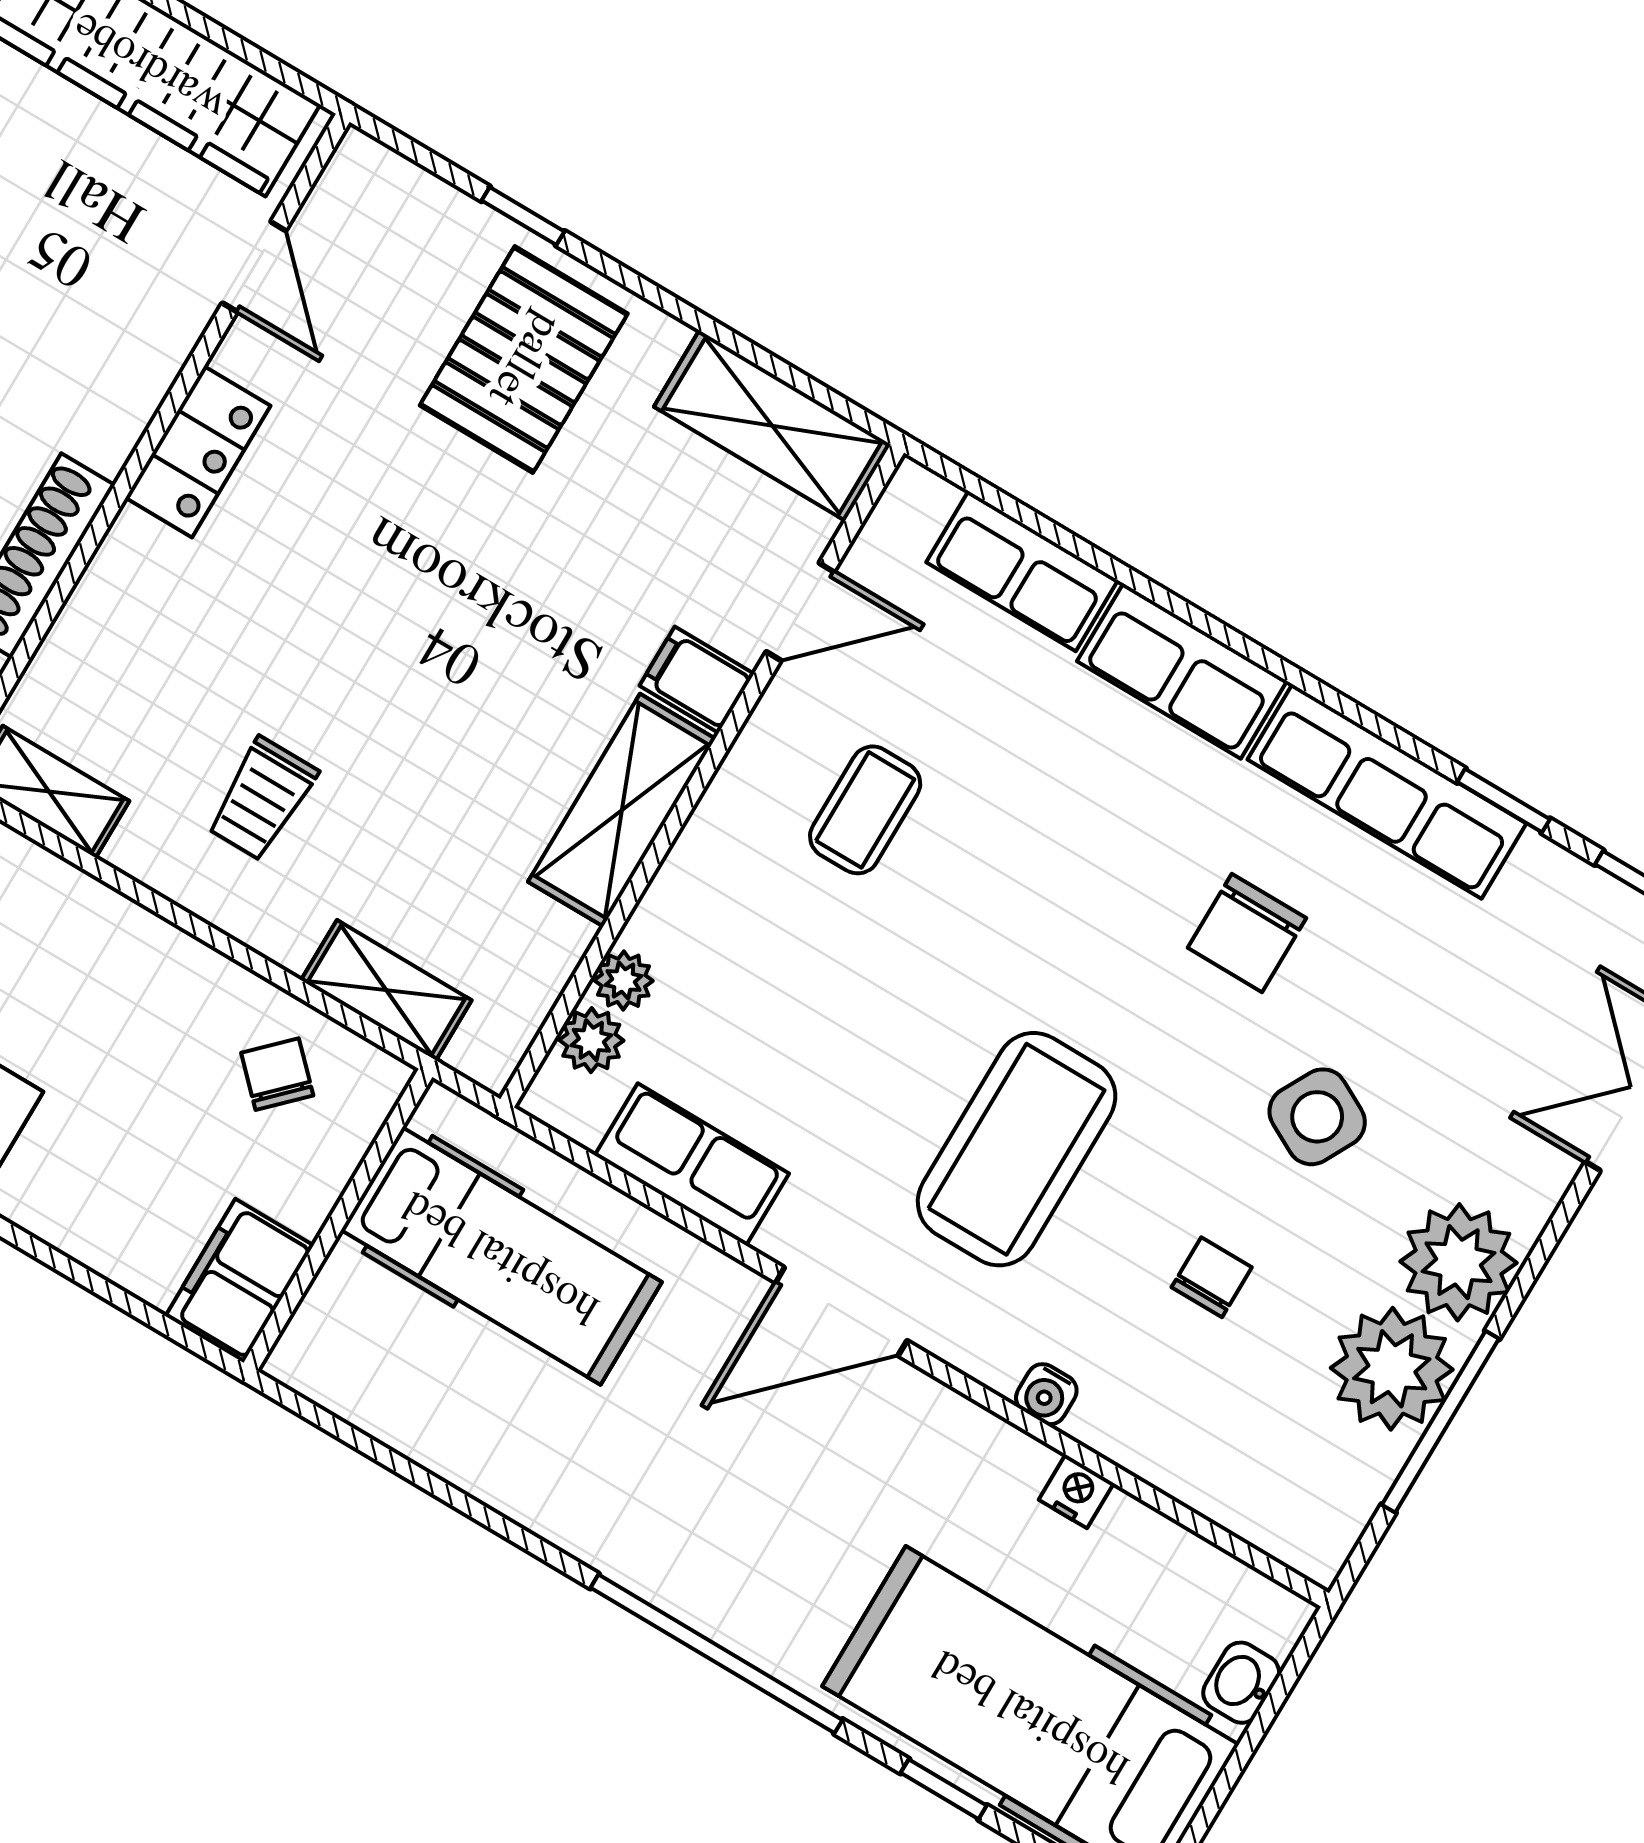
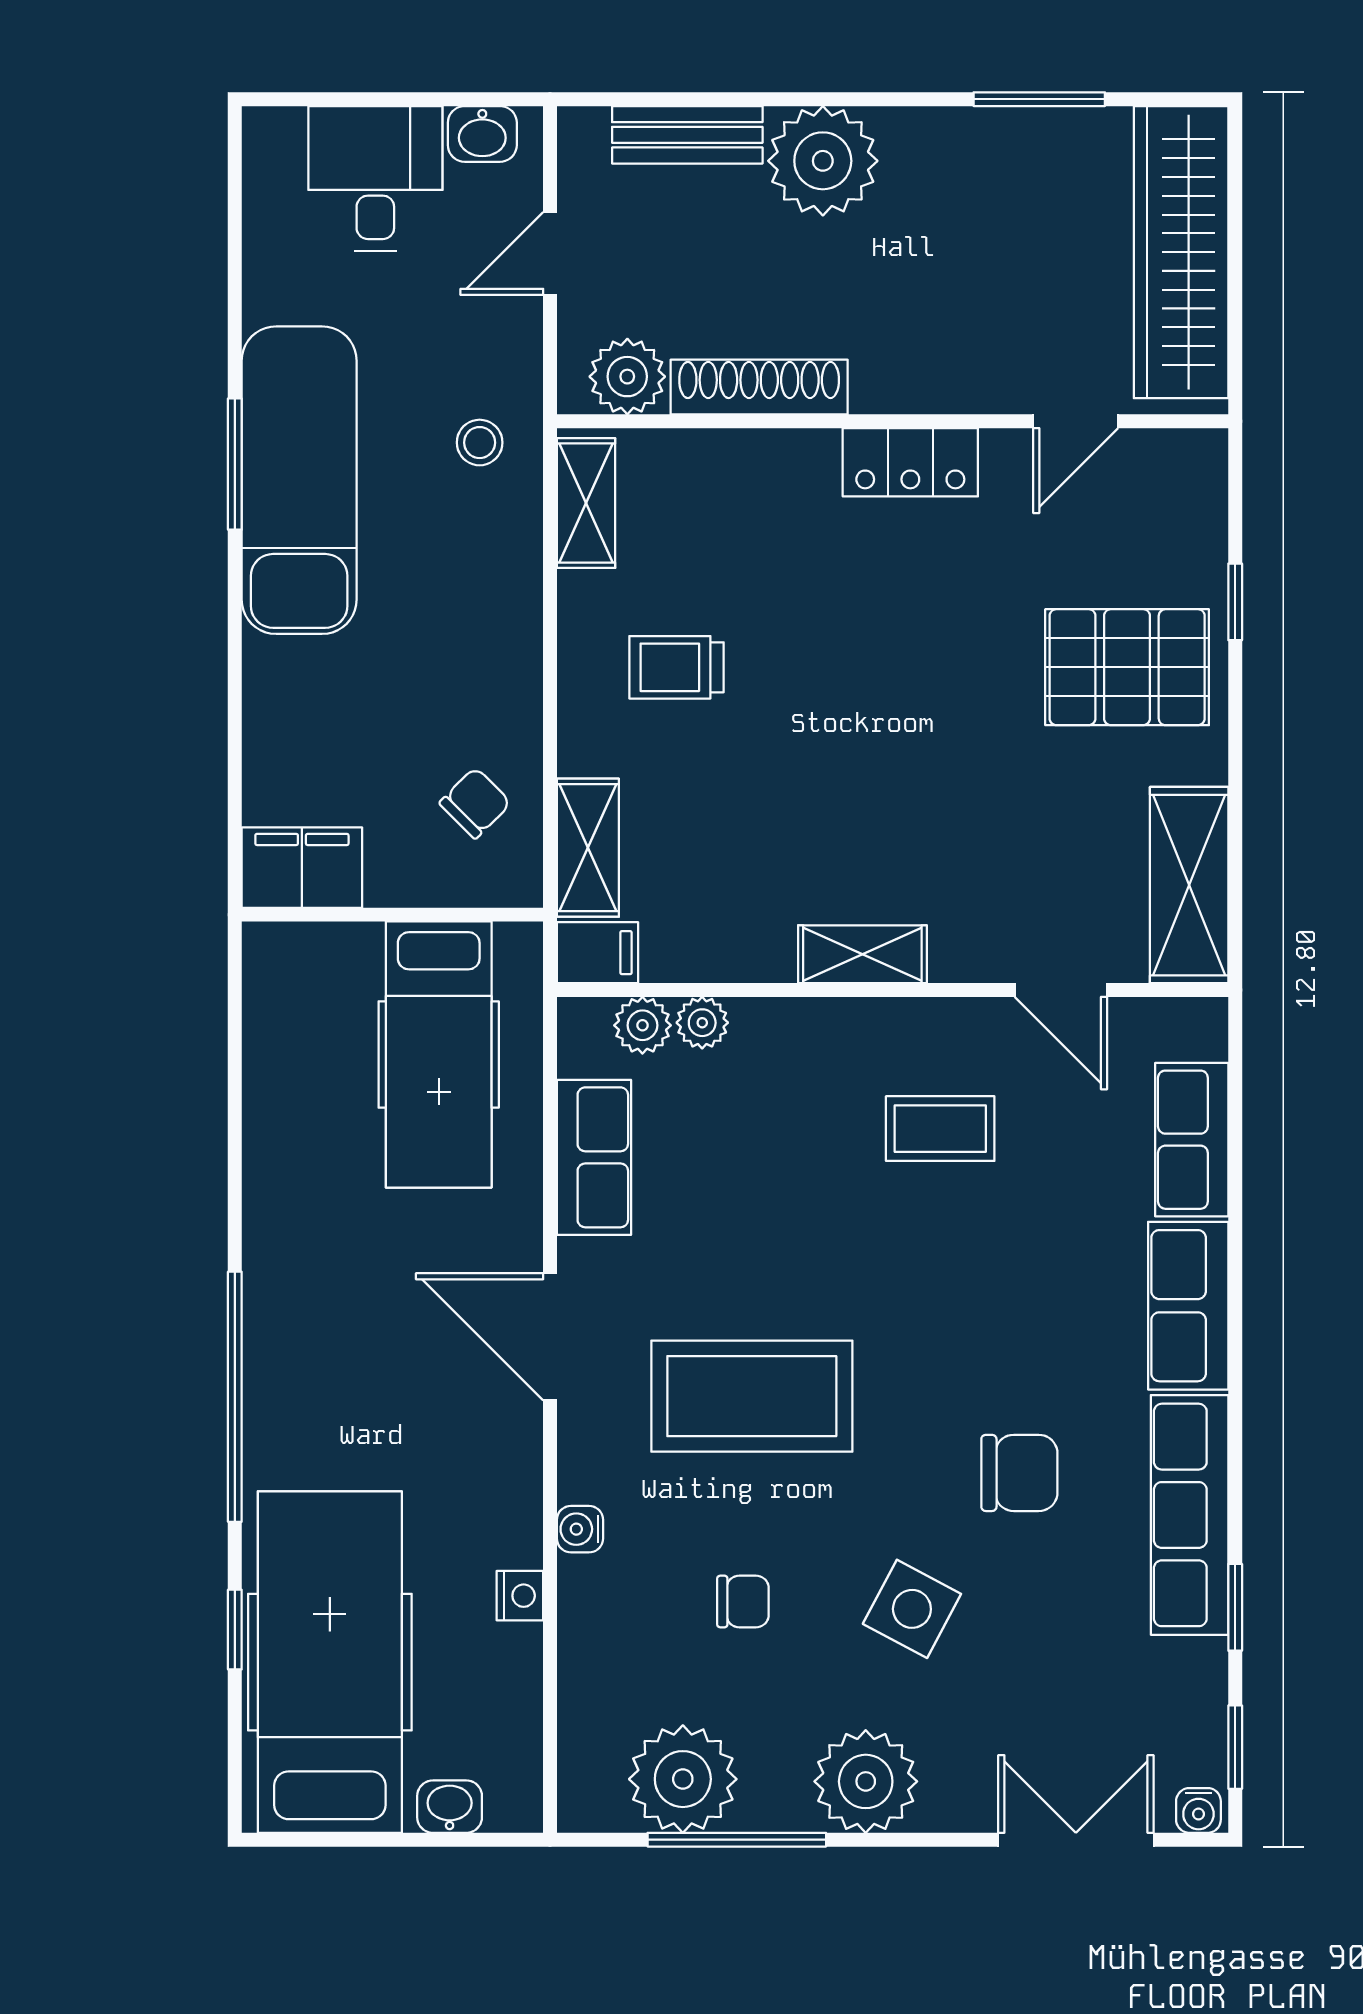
filing cabinet: (697, 680) -> (598, 953), moved, turned 90
shelving: (622, 810) -> (862, 954), width x0.67, depth x0.75
chair: (1247, 933) -> (1019, 1473), turned 180
plant: (1392, 1369) -> (683, 1779), moved

